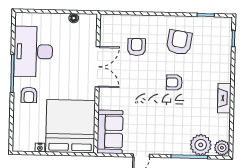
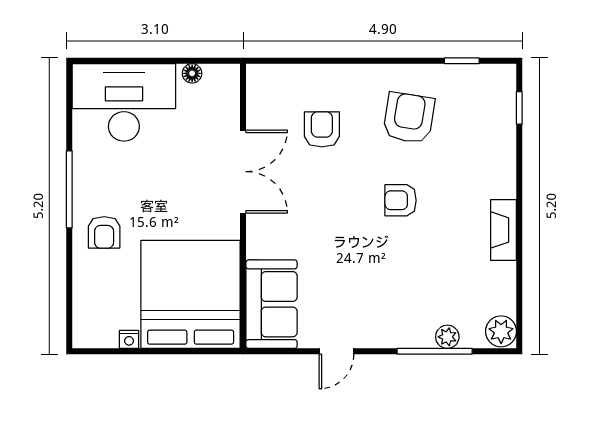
desk: (33, 52) -> (124, 102), moved, turned 90
plant: (201, 145) -> (447, 337), width x0.53, depth x0.53

